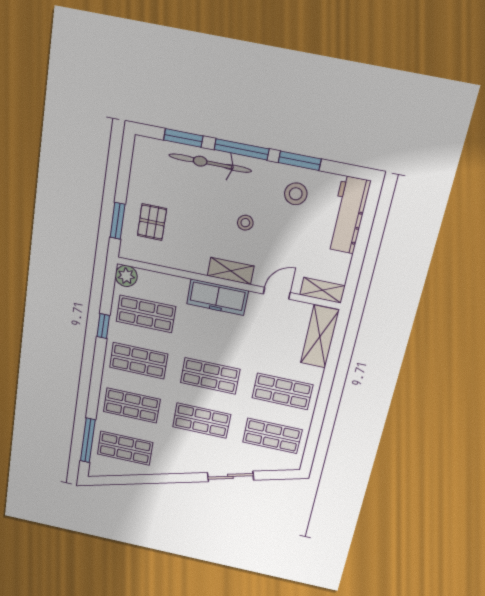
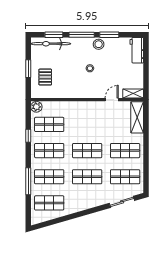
bicycle: (210, 163) -> (51, 44), moved
stool: (296, 194) -> (99, 44), moved
workbench: (348, 215) -> (137, 50), width x0.73
window: (118, 221) -> (28, 69), moved
shelving: (231, 271) -> (87, 93), removed
freezer: (217, 297) -> (83, 108), removed
window: (88, 440) -> (28, 181), moved
sliding door: (230, 476) -> (122, 202), moved

